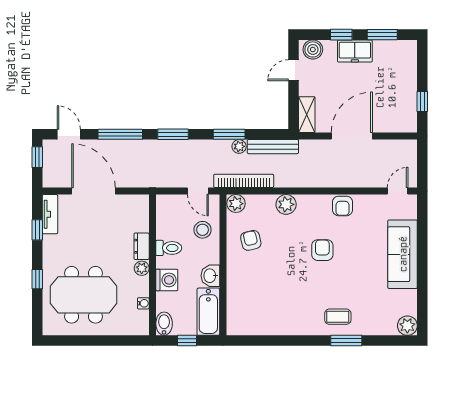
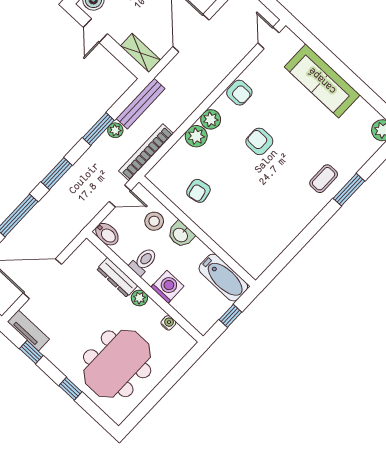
plant: (236, 204) -> (211, 119), moved
armchair: (251, 240) -> (198, 191), turned -88
dresser: (142, 246) -> (117, 277), width x1.44
washbasin: (210, 276) -> (181, 235), moved
bidet: (164, 324) -> (107, 234), moved, turned 180

